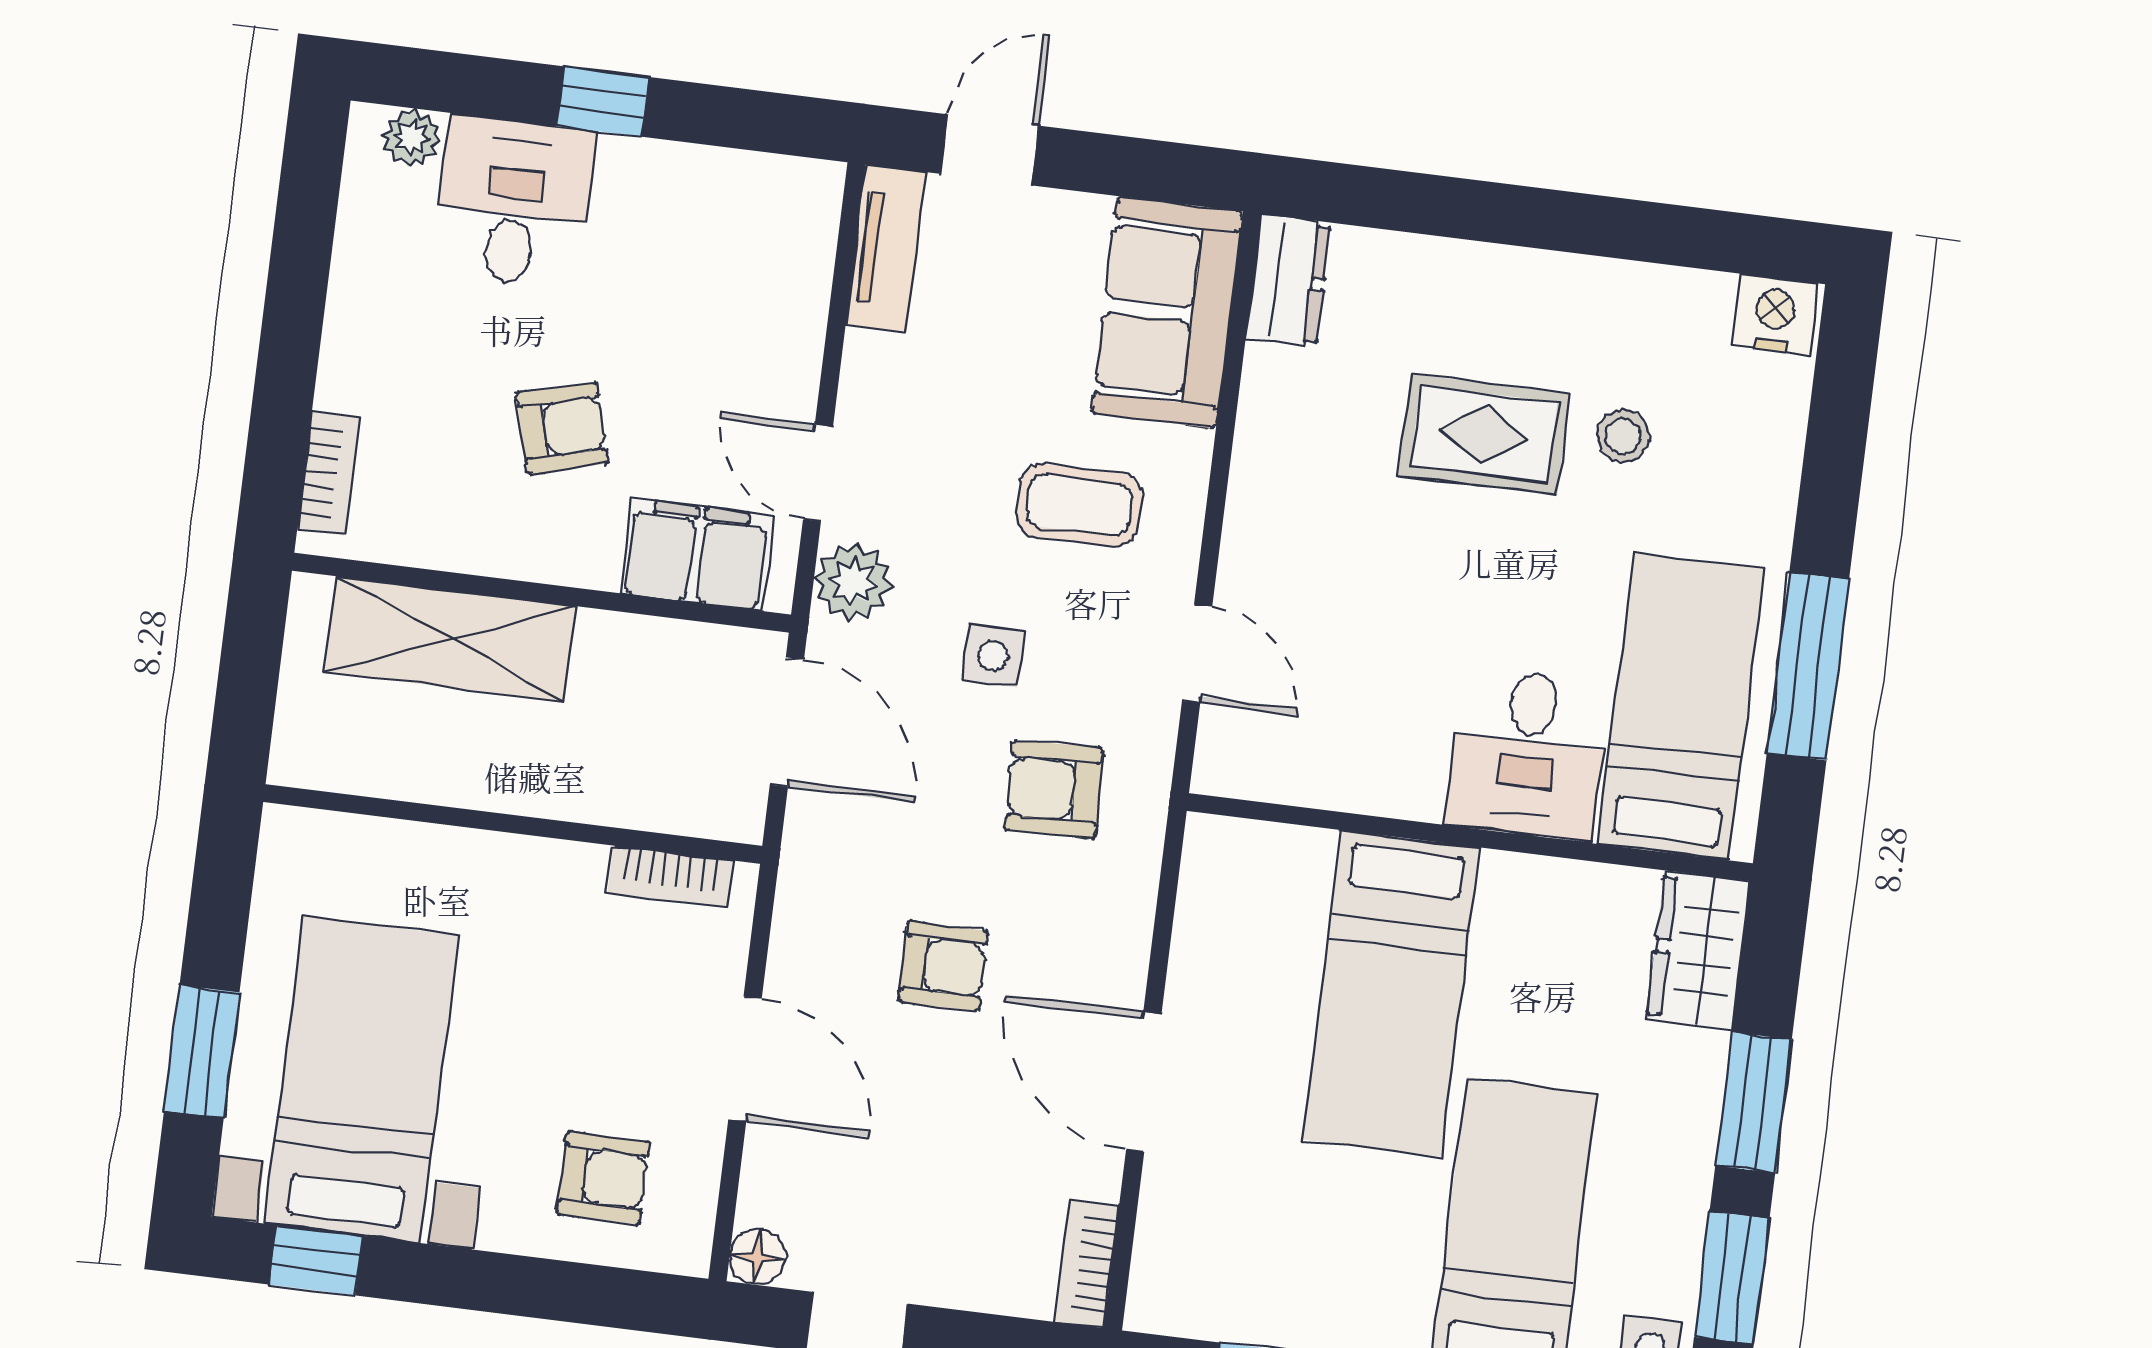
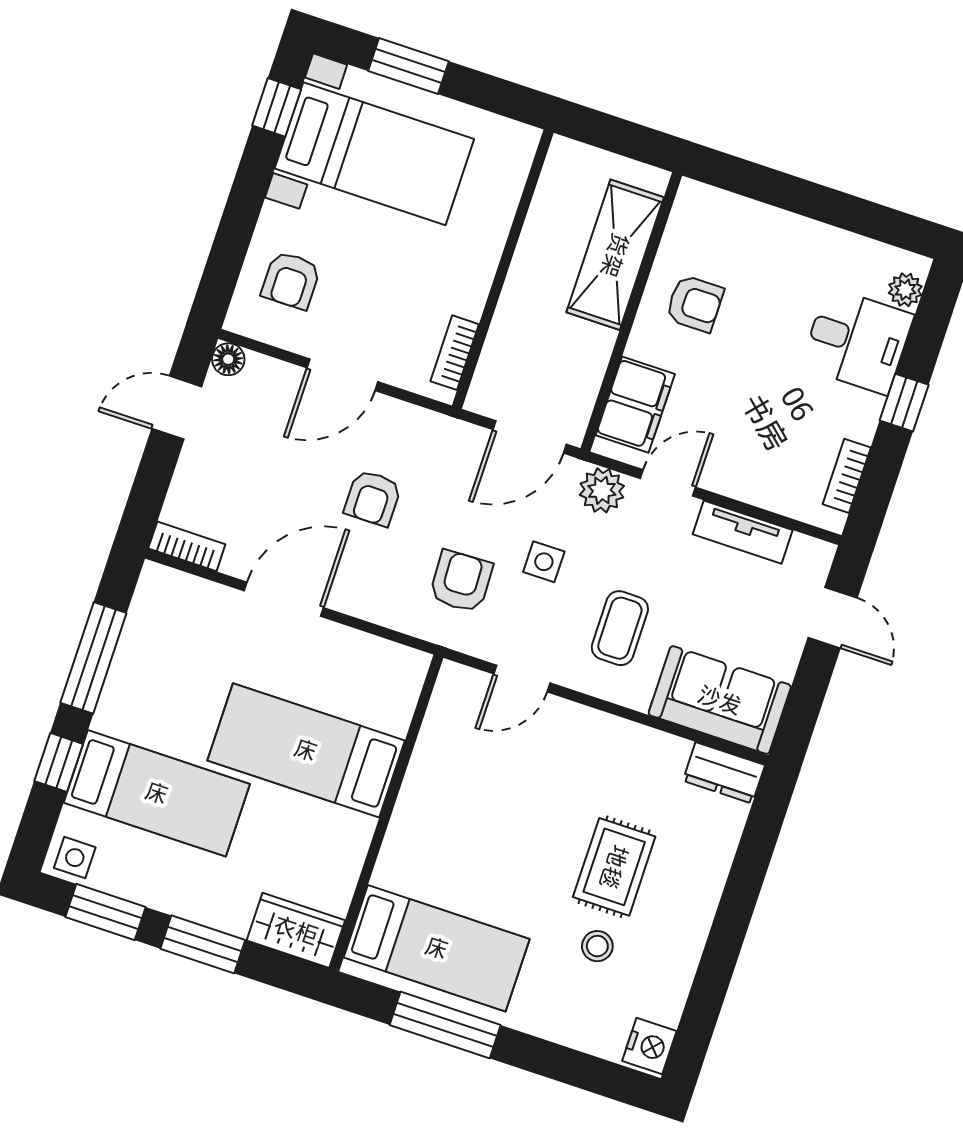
tv unit: (886, 248) -> (743, 532), moved
armchair: (562, 428) -> (695, 304), moved, turned -75
bookcase: (328, 473) -> (847, 476), moved, turned 90
desk: (1527, 754) -> (427, 855), removed

